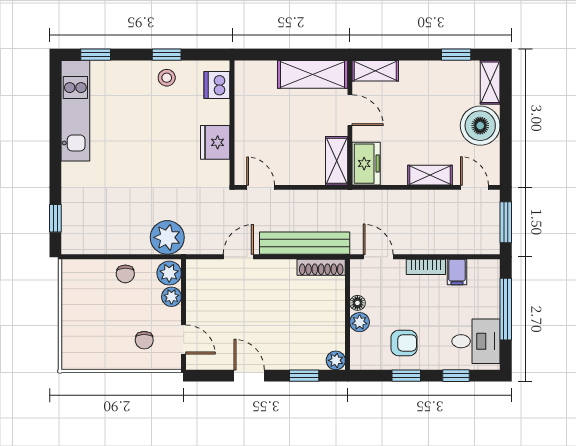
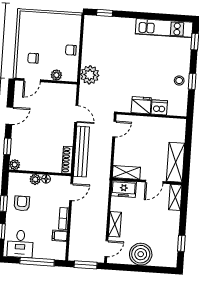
shelving: (490, 82) -> (165, 261), removed
dishwasher: (217, 85) -> (159, 107), moved
plant: (169, 273) -> (70, 75), removed
armchair: (404, 343) -> (22, 203), turned 180

